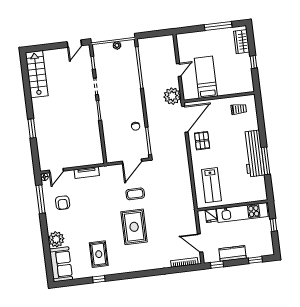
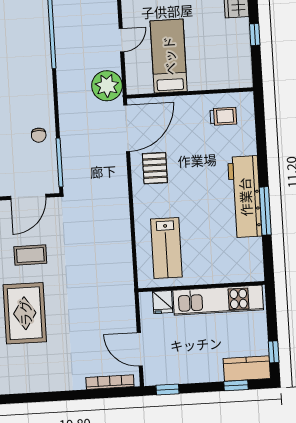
window: (274, 225) -> (274, 352), moved
kitchen counter: (233, 253) -> (247, 369), moved

